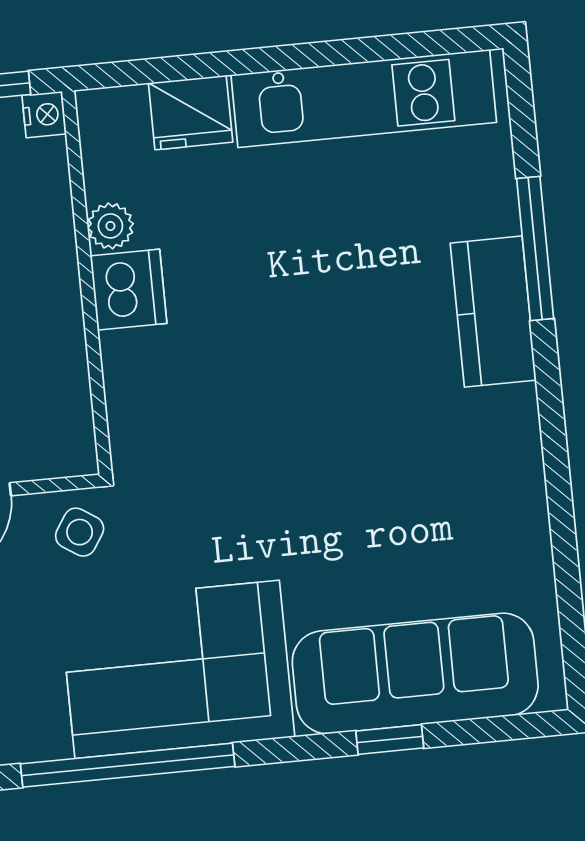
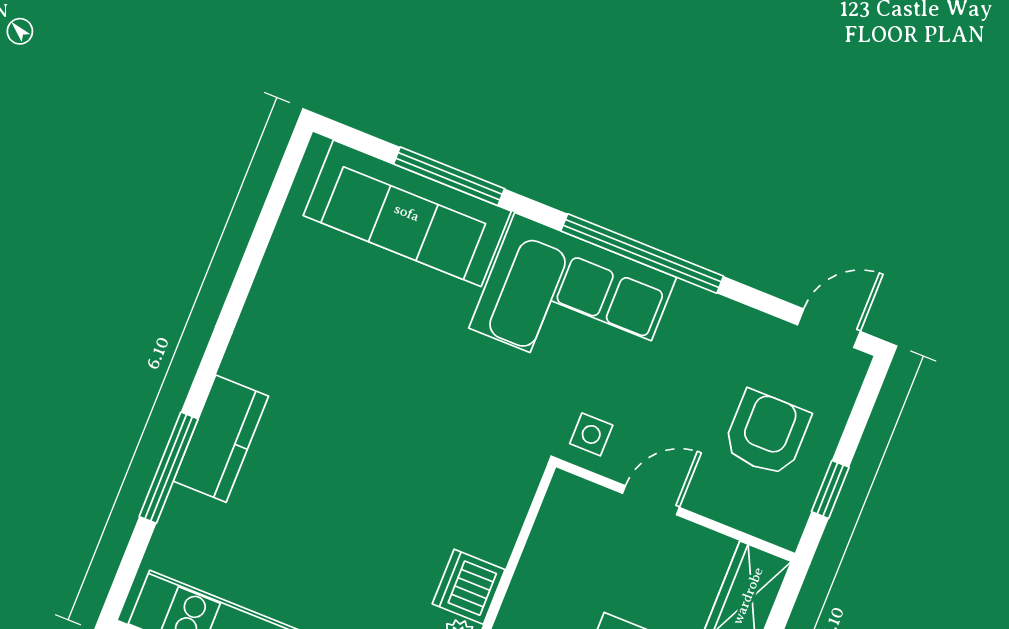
side table: (80, 532) -> (591, 434), turned -33
window: (390, 739) -> (449, 176), width x2.17

